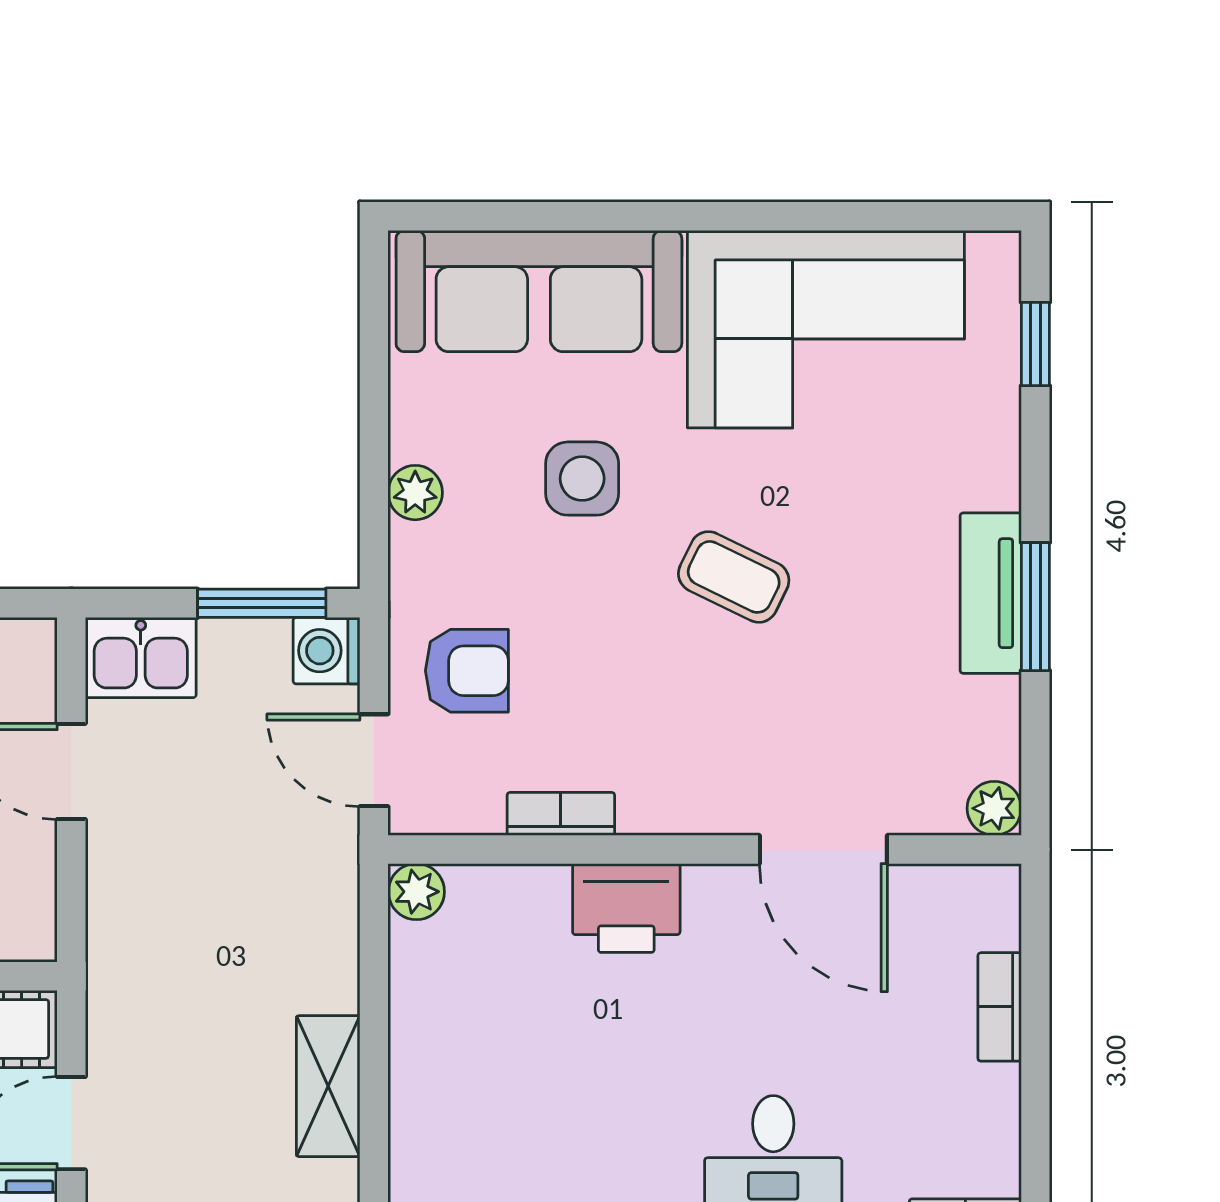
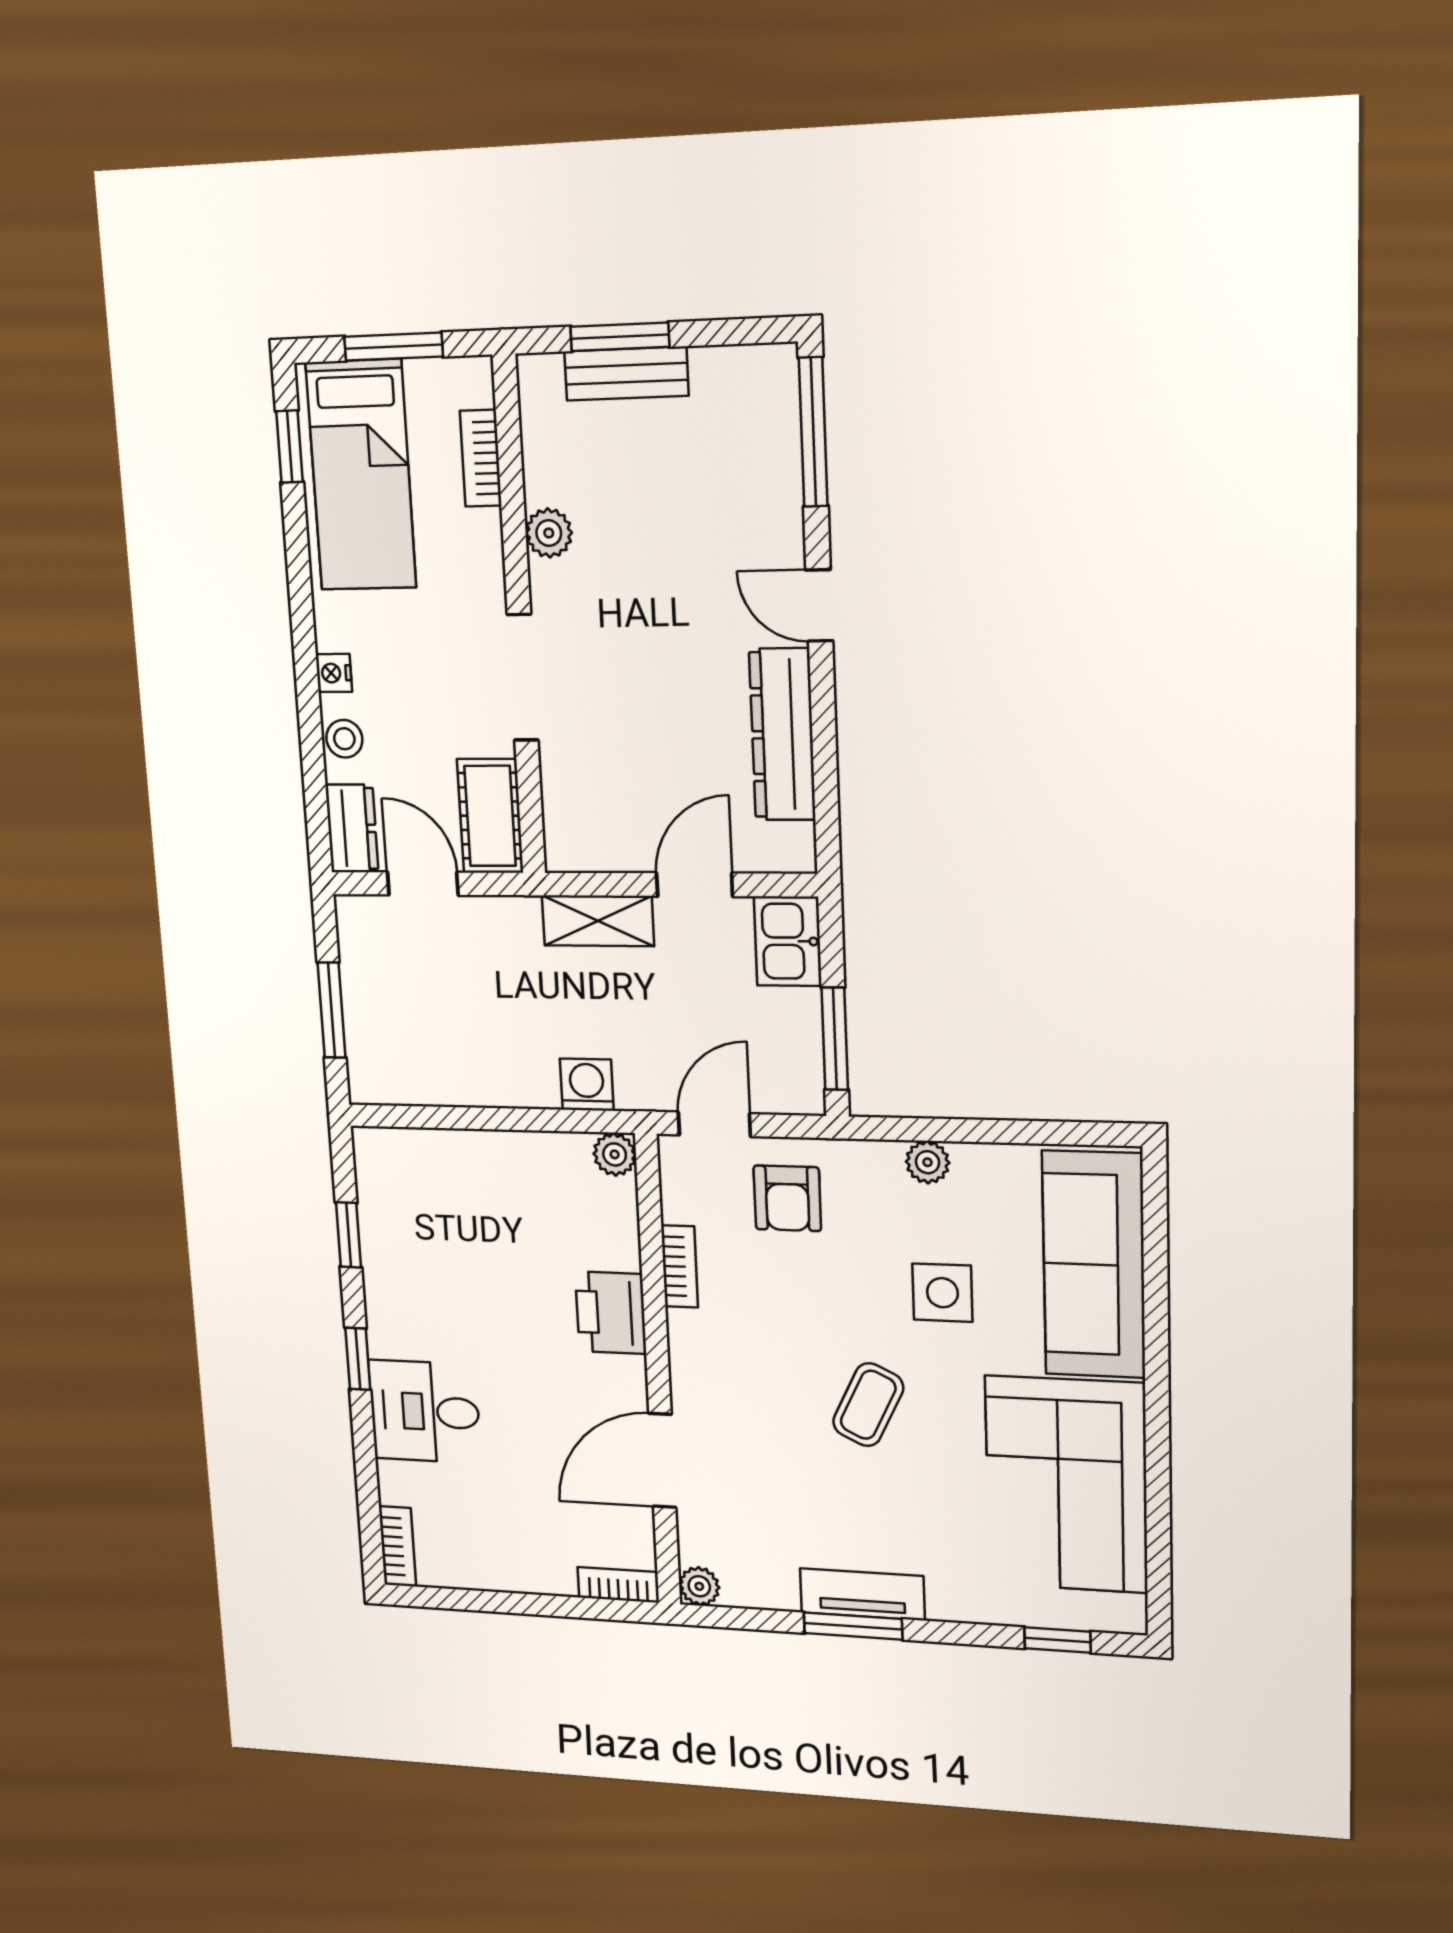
washing machine: (326, 651) -> (587, 1085), moved
bookcase: (1000, 1007) -> (618, 1585), moved
shelving: (328, 1086) -> (598, 921), moved

